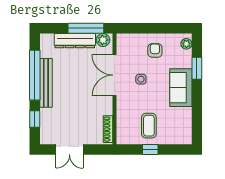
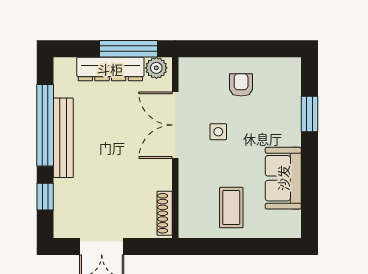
plant: (186, 44) -> (292, 74), removed
sofa: (181, 88) -> (283, 178), moved
window: (150, 150) -> (233, 246), removed

